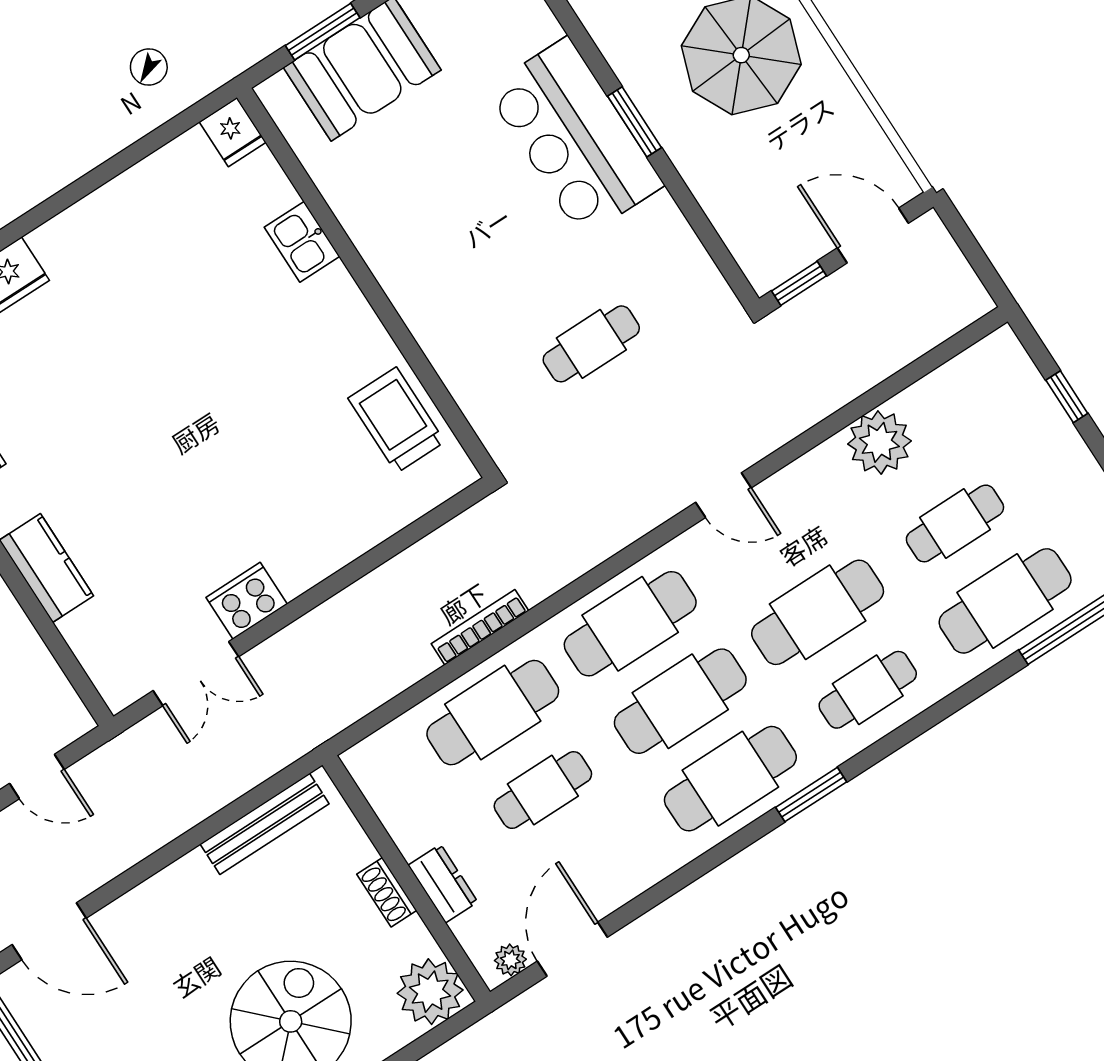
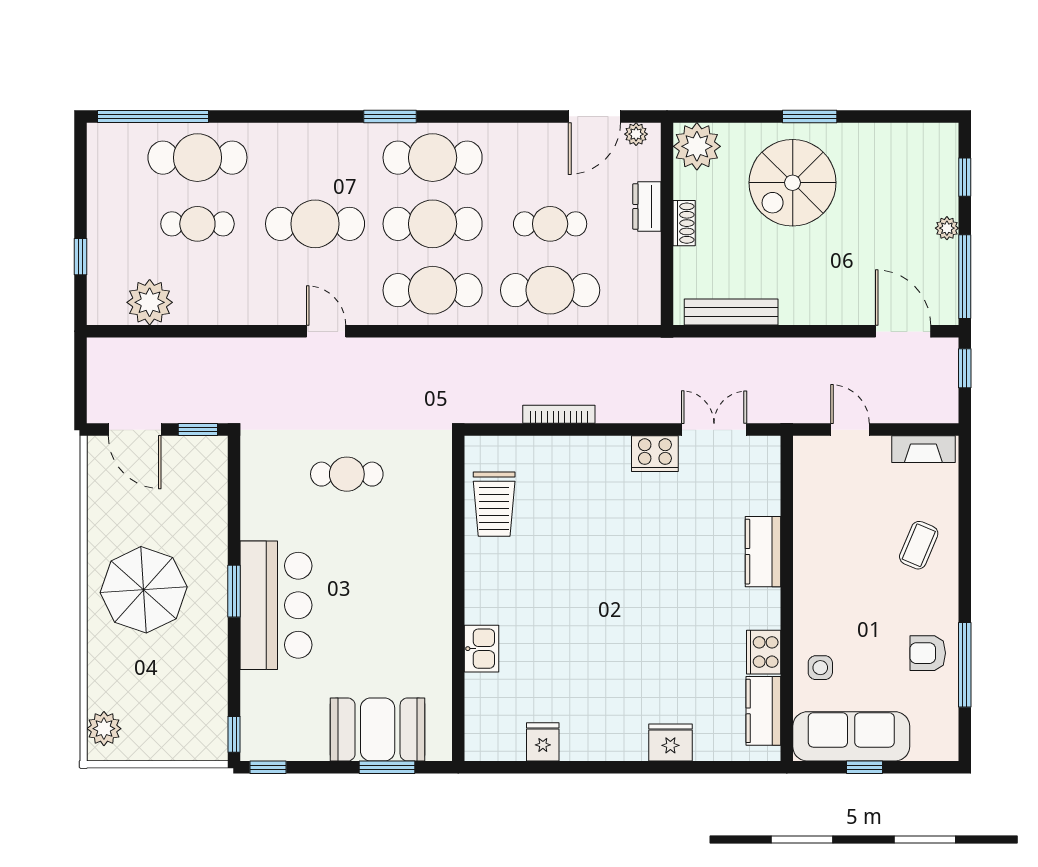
fridge: (233, 132) -> (543, 742), moved
plant: (879, 442) -> (150, 302), moved
bookcase: (480, 627) -> (559, 414), moved, turned 180
cafe table: (868, 690) -> (315, 158), removed

